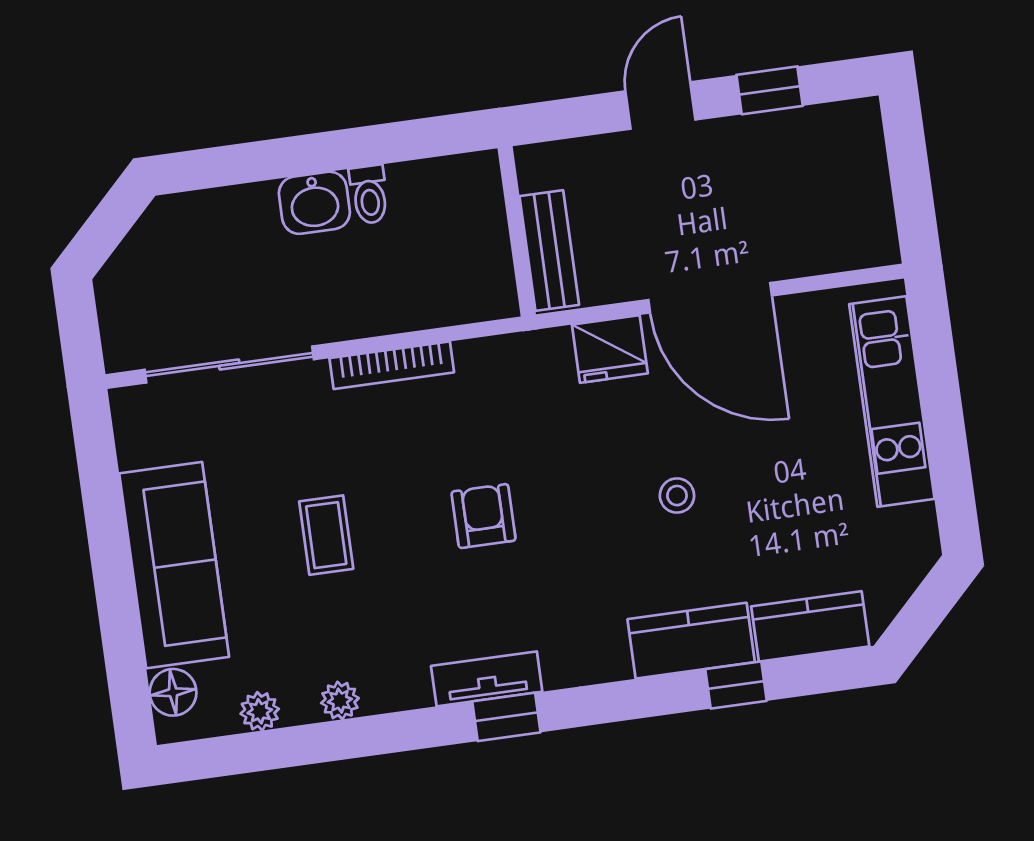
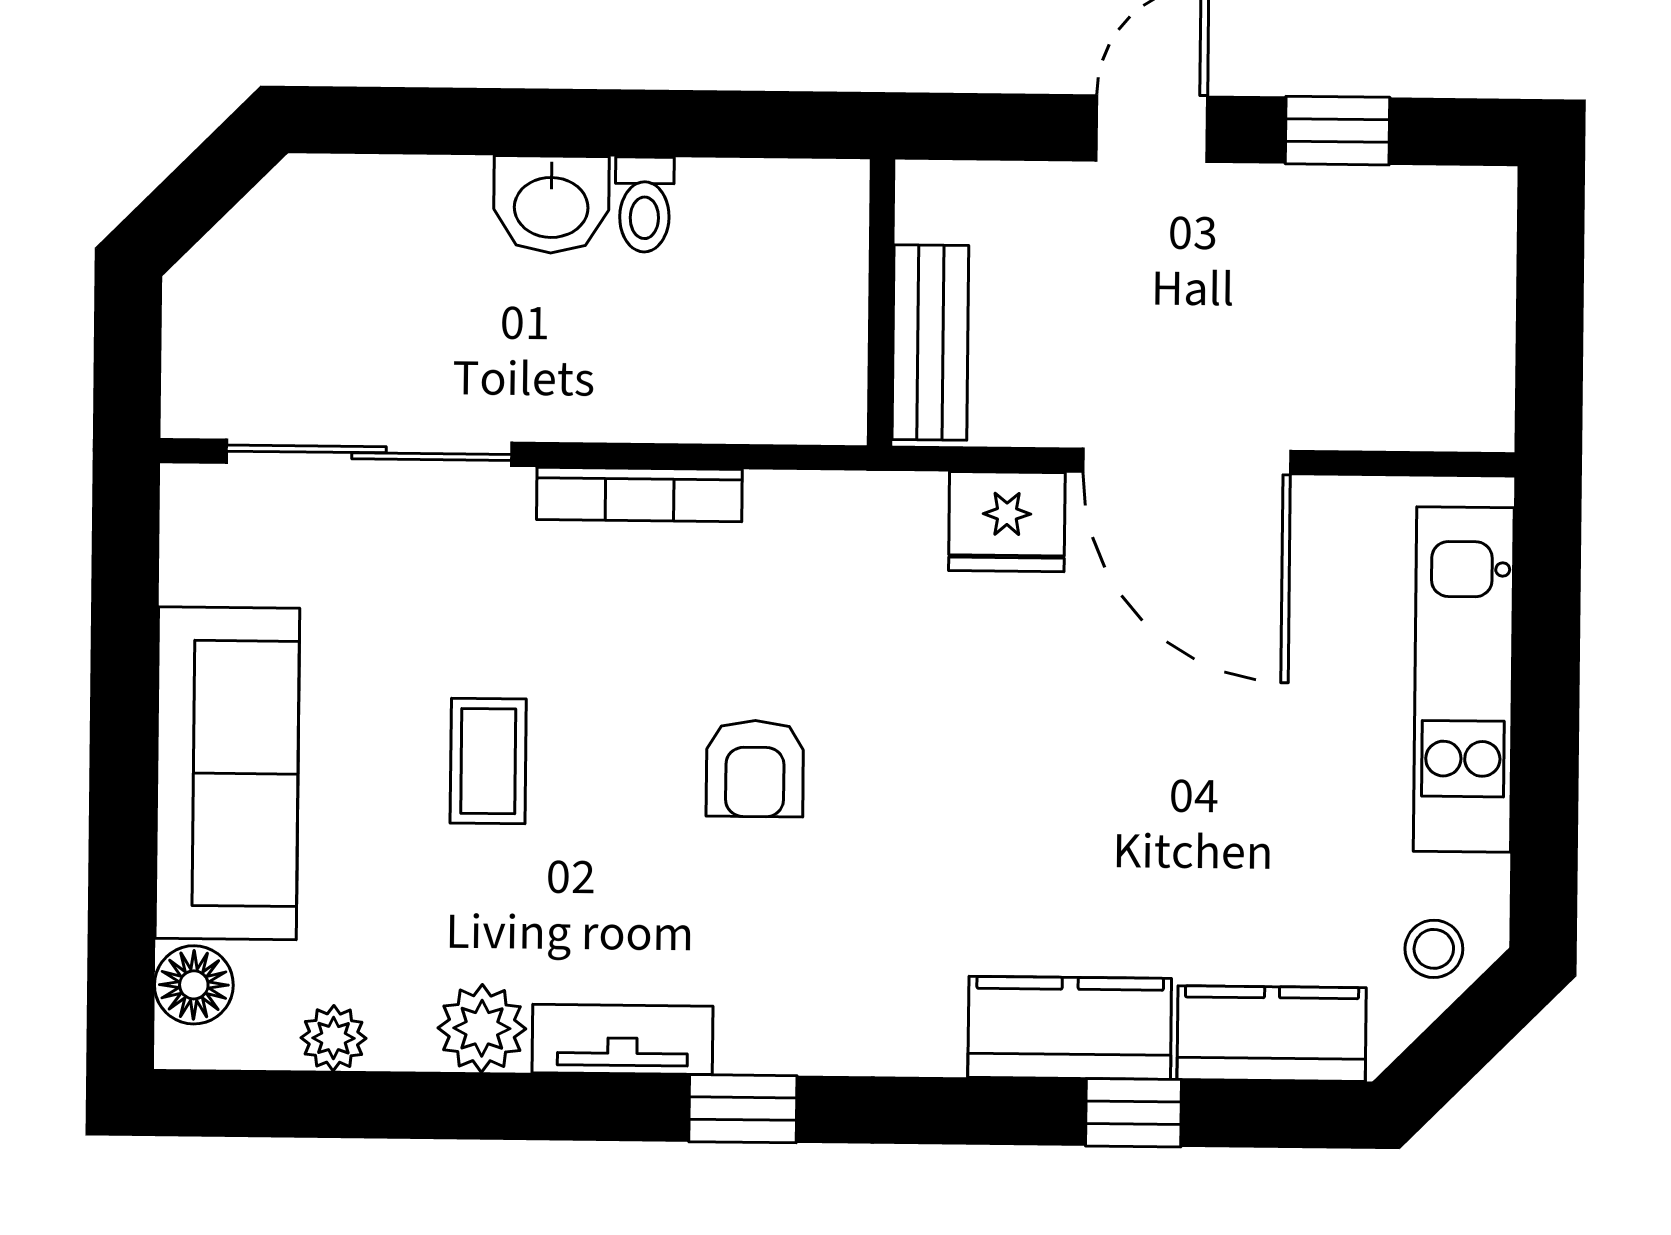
stool: (677, 496) -> (1434, 949), moved
armchair: (483, 516) -> (755, 769), turned 180
tv unit: (487, 679) -> (623, 1039), moved
plant: (340, 701) -> (482, 1028), width x1.38, depth x1.38

